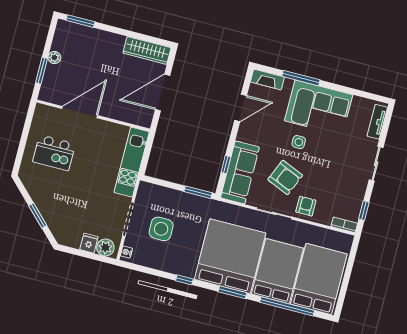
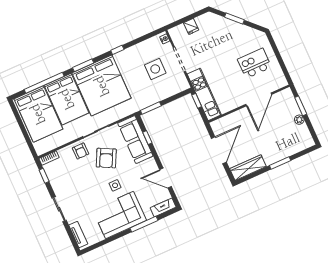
window: (80, 21) -> (280, 163), moved
door: (241, 108) -> (166, 178), hinge flipped
window: (145, 162) -> (197, 101), added
armchair: (285, 177) -> (106, 158), turned -86
plant: (105, 247) -> (179, 32), removed

